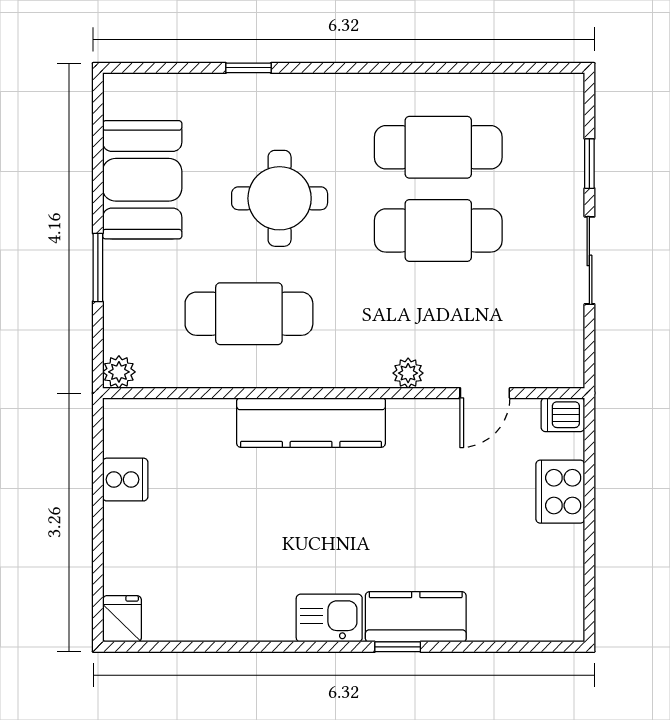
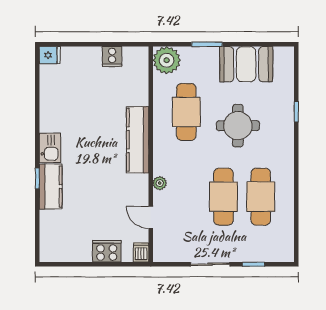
plant: (119, 372) -> (167, 60), width x1.87, depth x1.87

